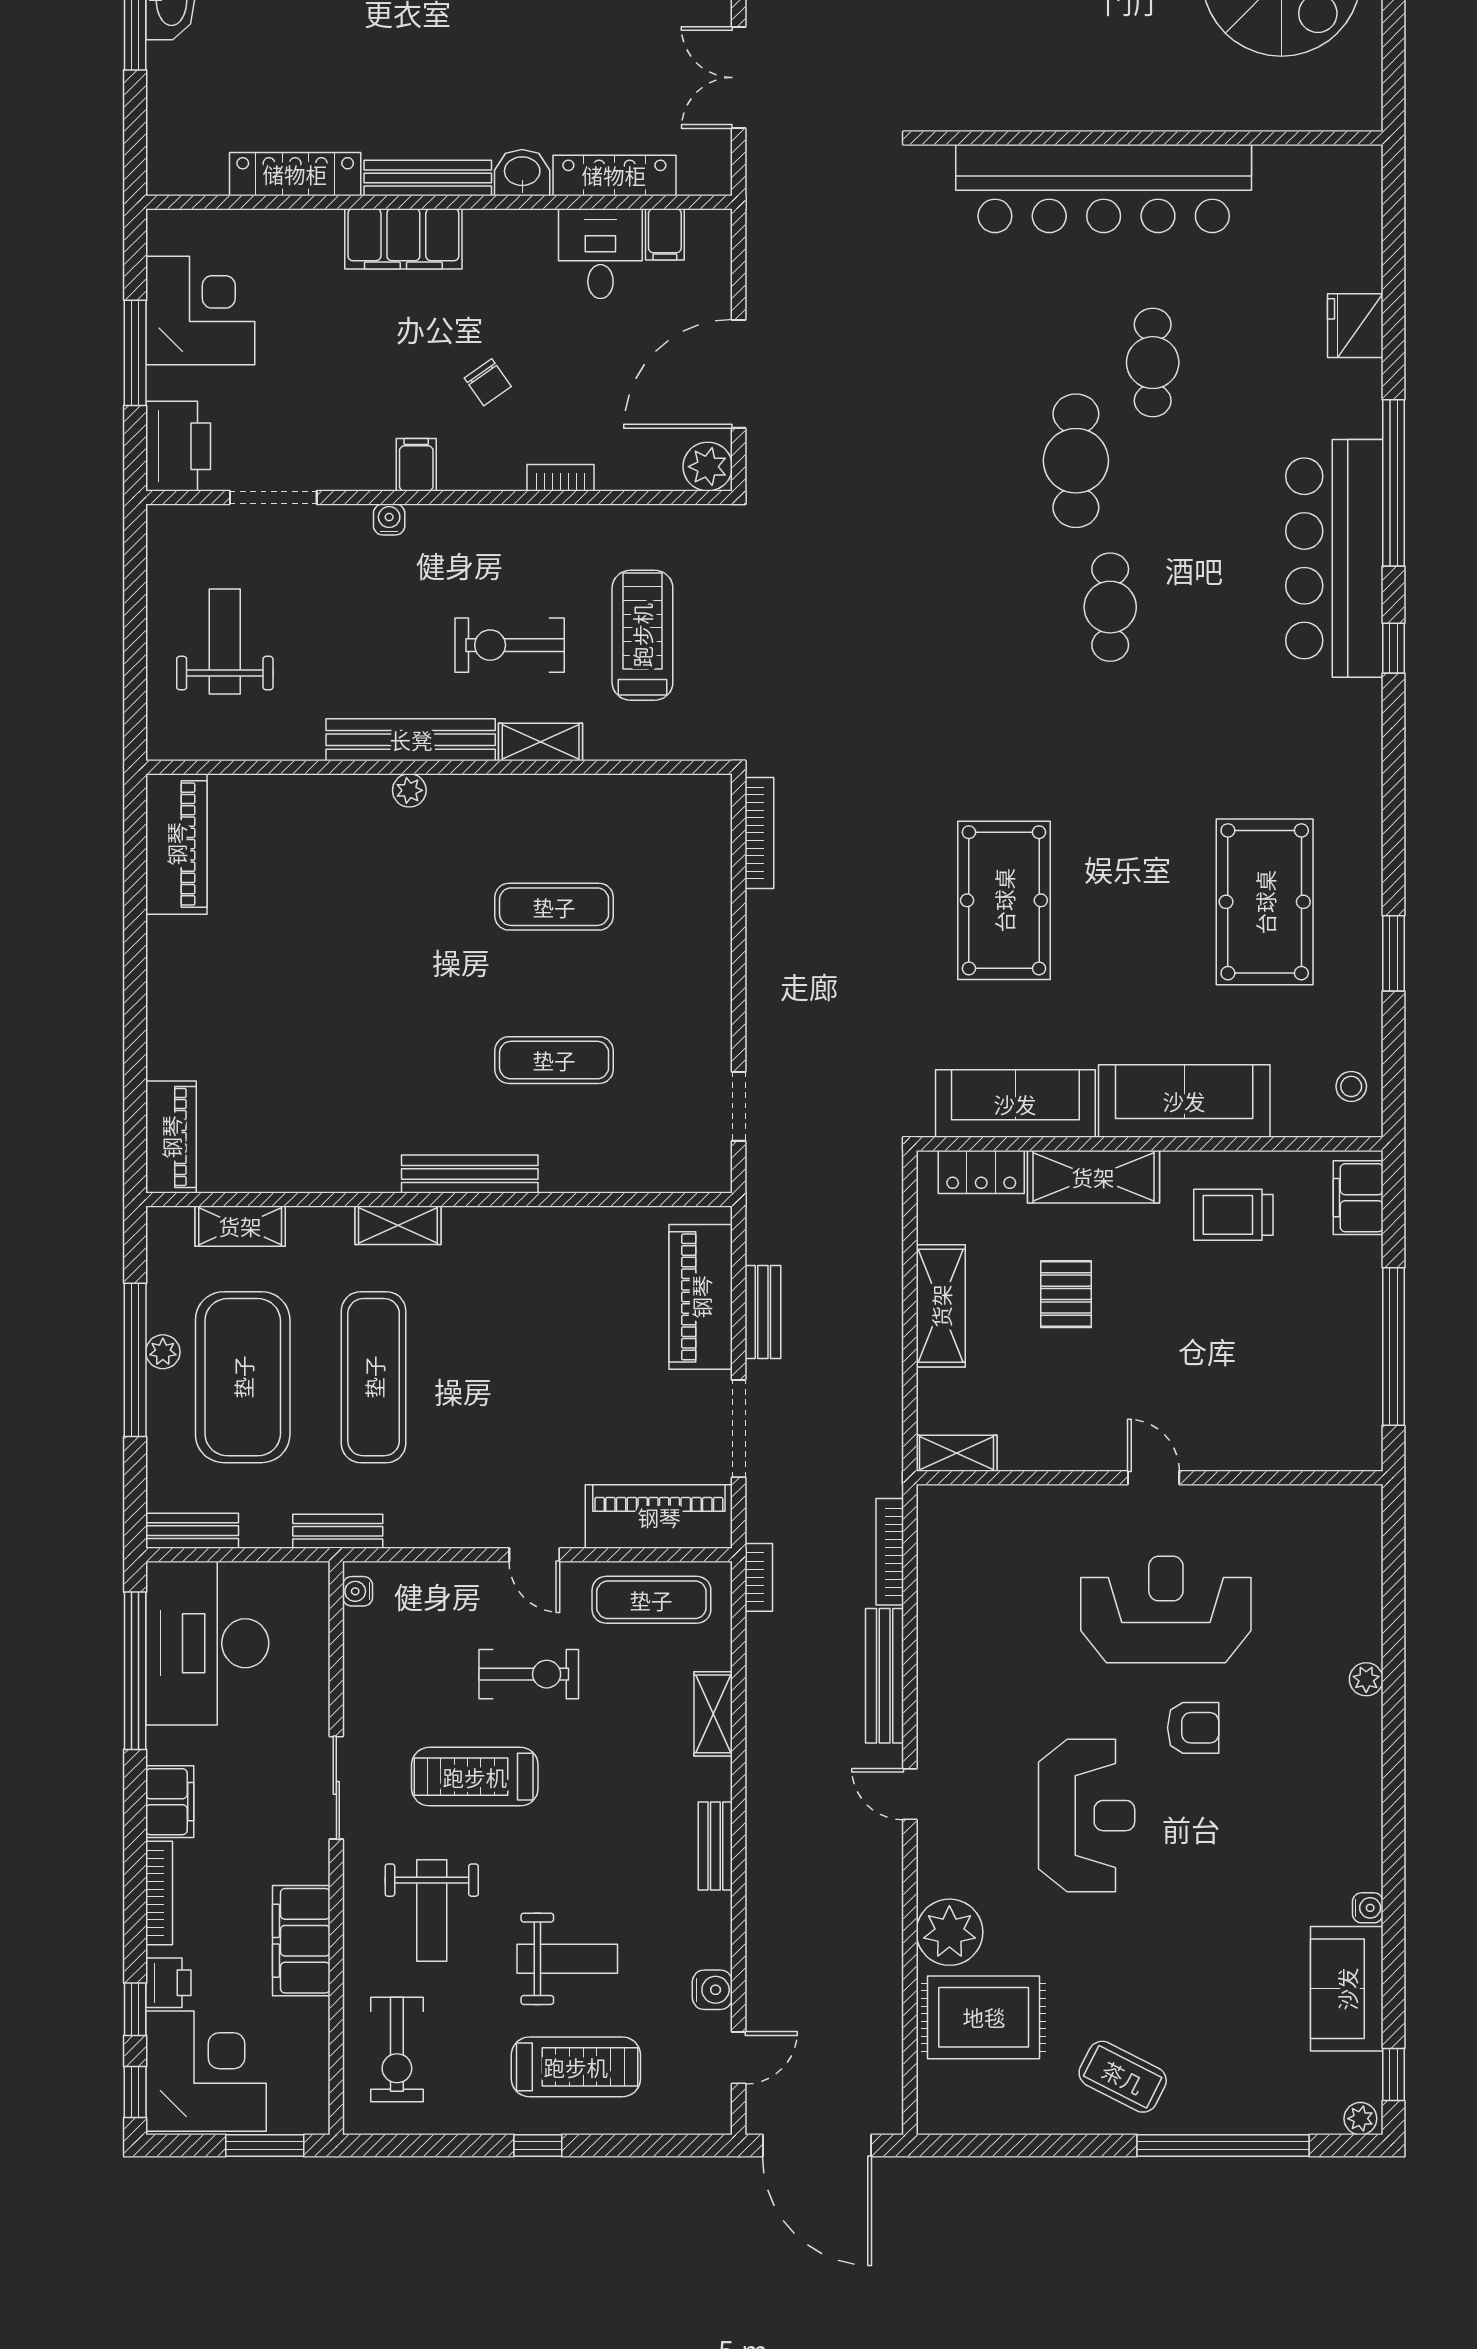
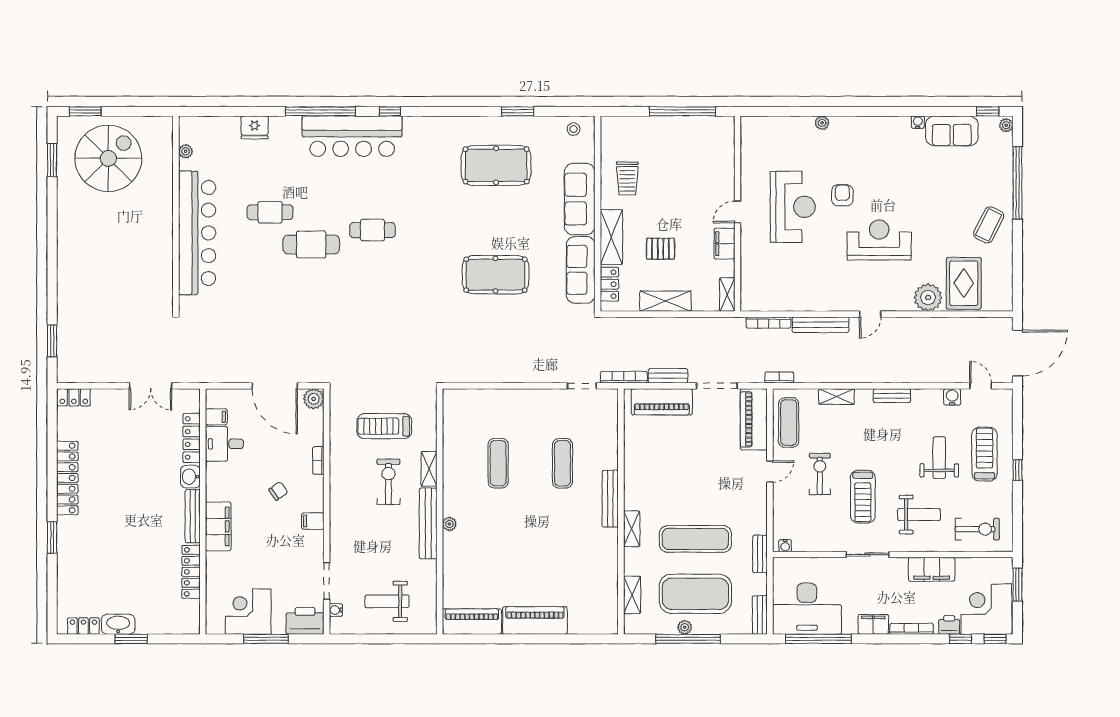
plant: (1298, 161) -> (186, 151), added
water cooler: (389, 520) -> (336, 610), moved
exercise bike: (510, 645) -> (388, 482), turned 180
bookcase: (759, 833) -> (624, 377), moved
piano: (171, 1137) -> (535, 620), moved, width x1.37, depth x1.33
filing cabinet: (1358, 1198) -> (725, 244), moved, turned 90
reception desk: (1166, 1610) -> (793, 207), turned 180

